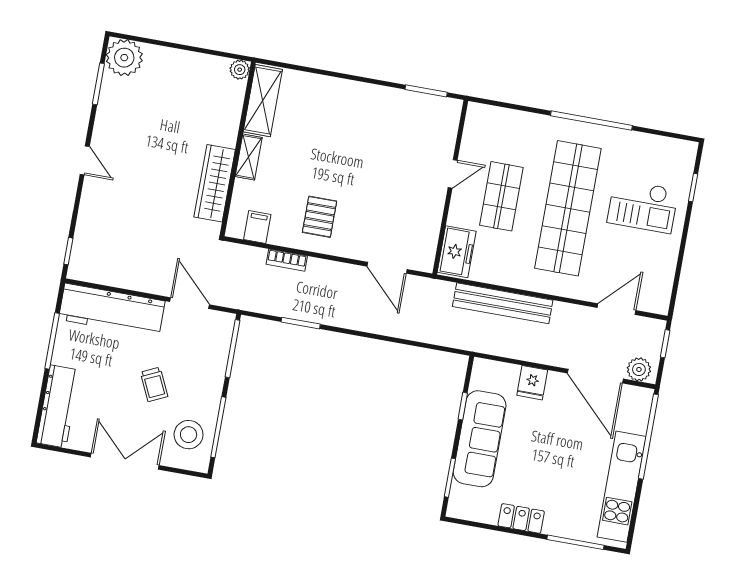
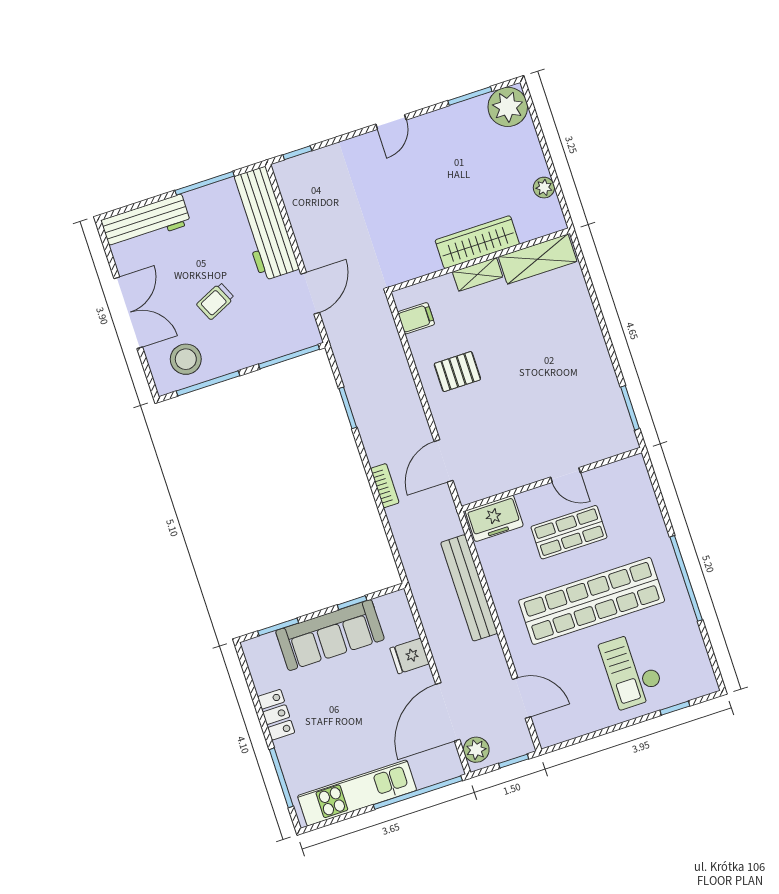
plant: (240, 70) -> (544, 188), moved
wardrobe: (215, 183) -> (477, 242), moved
bookcase: (287, 260) -> (385, 486), moved, turned 180

